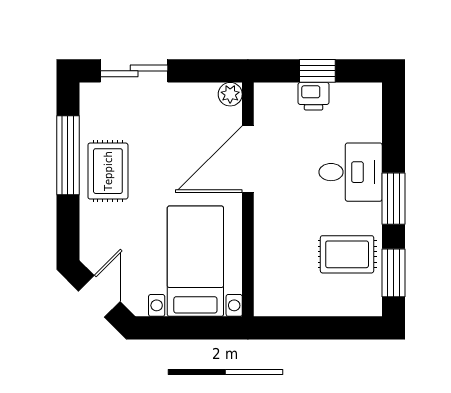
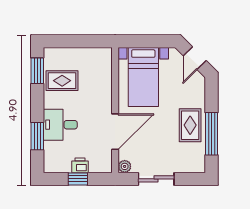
sliding door: (134, 71) -> (156, 179), moved
window: (393, 199) -> (37, 136), moved

